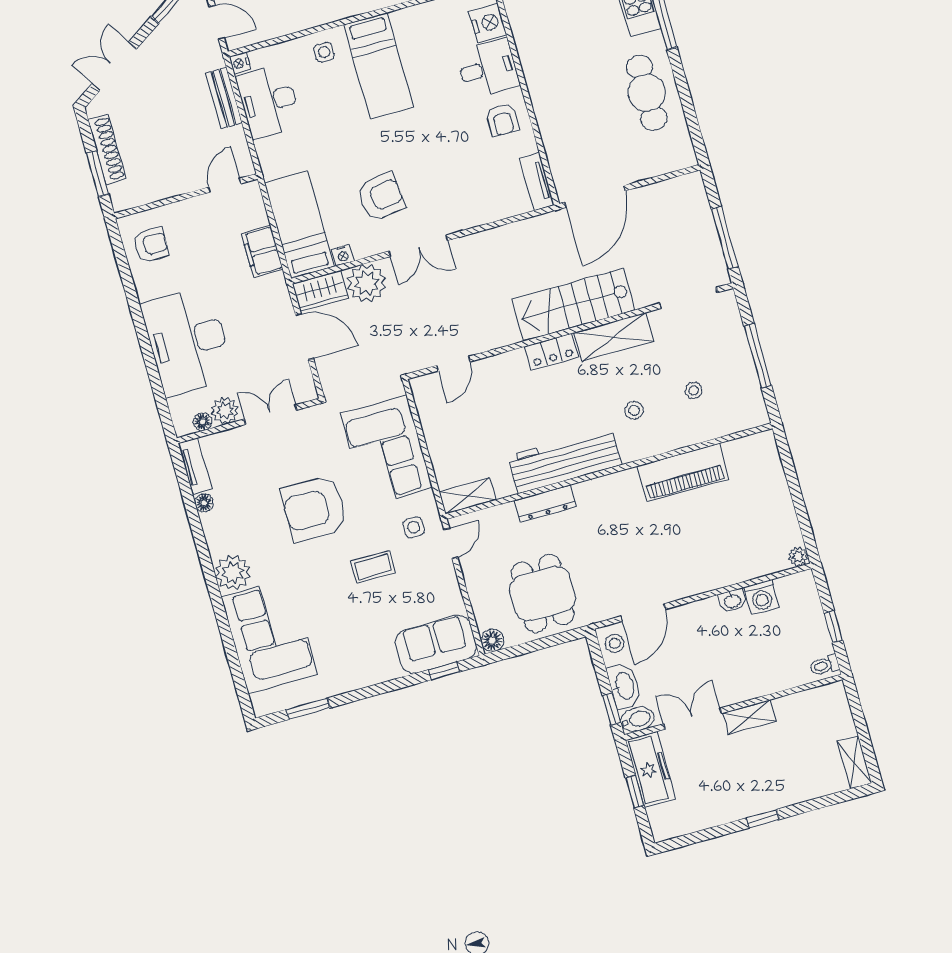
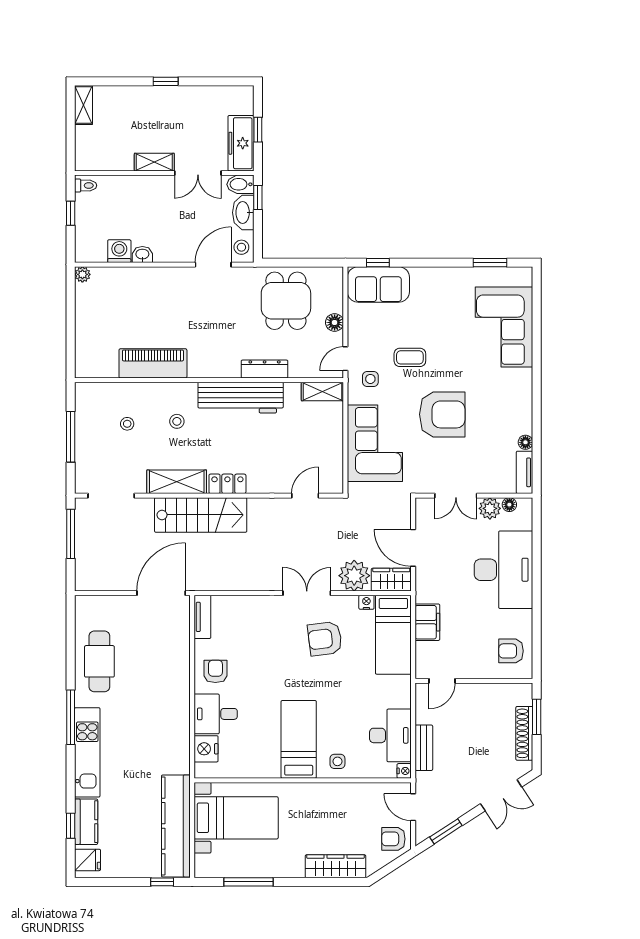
plant: (233, 573) -> (518, 383), removed
floor lamp: (492, 641) -> (335, 322), moved

